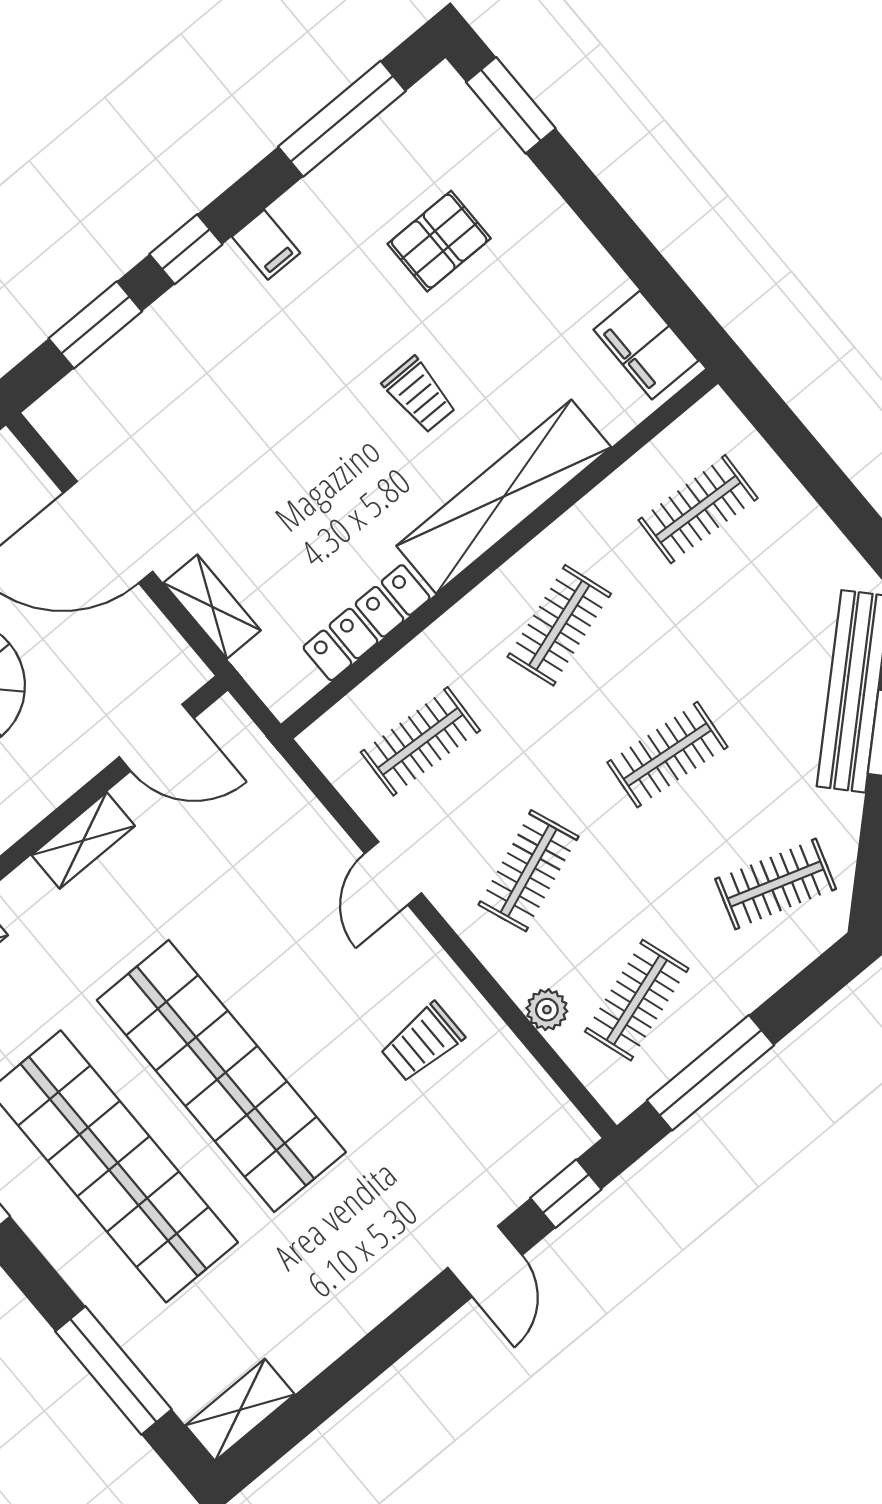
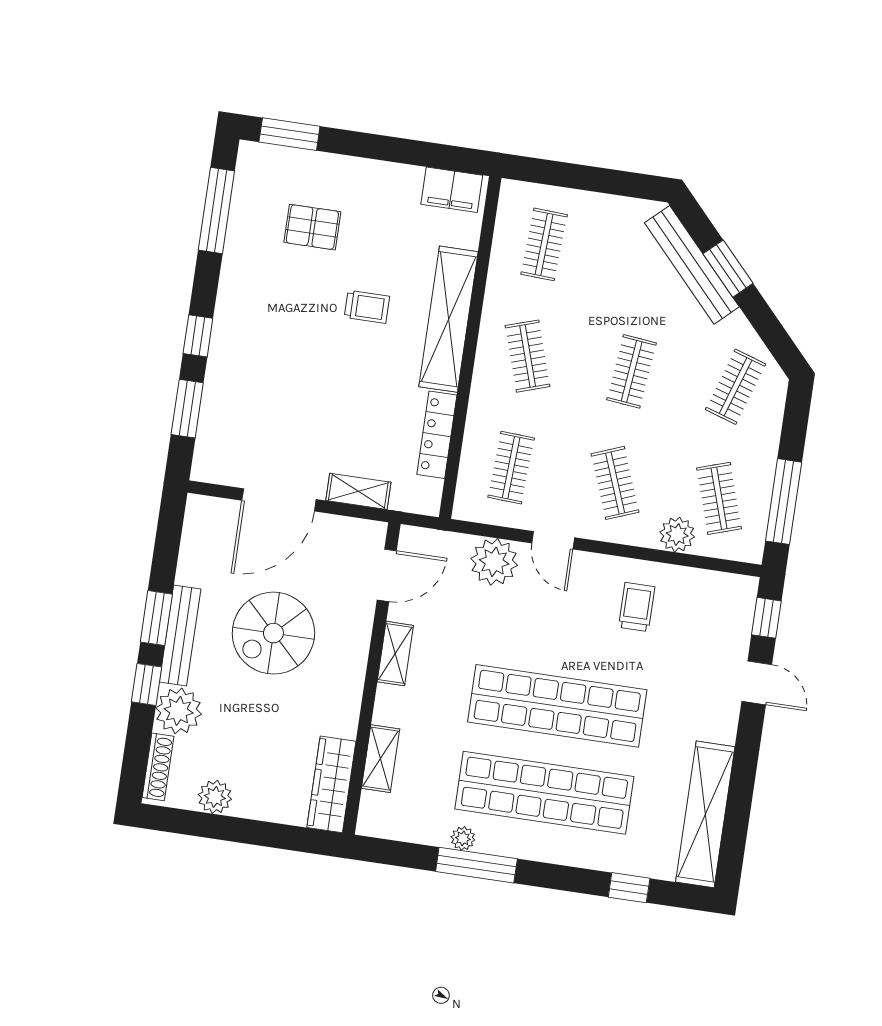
pallet: (439, 241) -> (312, 227), turned 90
filing cabinet: (266, 245) -> (233, 301), removed
plant: (299, 836) -> (494, 562), added
plant: (547, 1010) -> (677, 535), width x1.38, depth x1.38
trolley: (422, 1042) -> (637, 607), turned 180
window: (113, 1370) -> (629, 888), width x0.46
shelving: (240, 1410) -> (705, 814), width x2.20, depth x1.33

